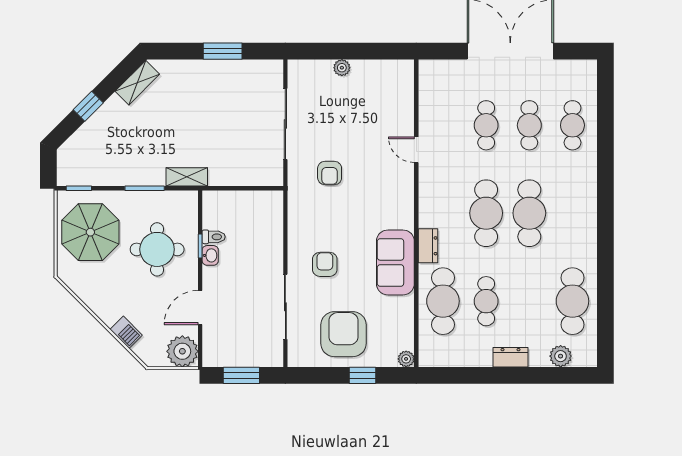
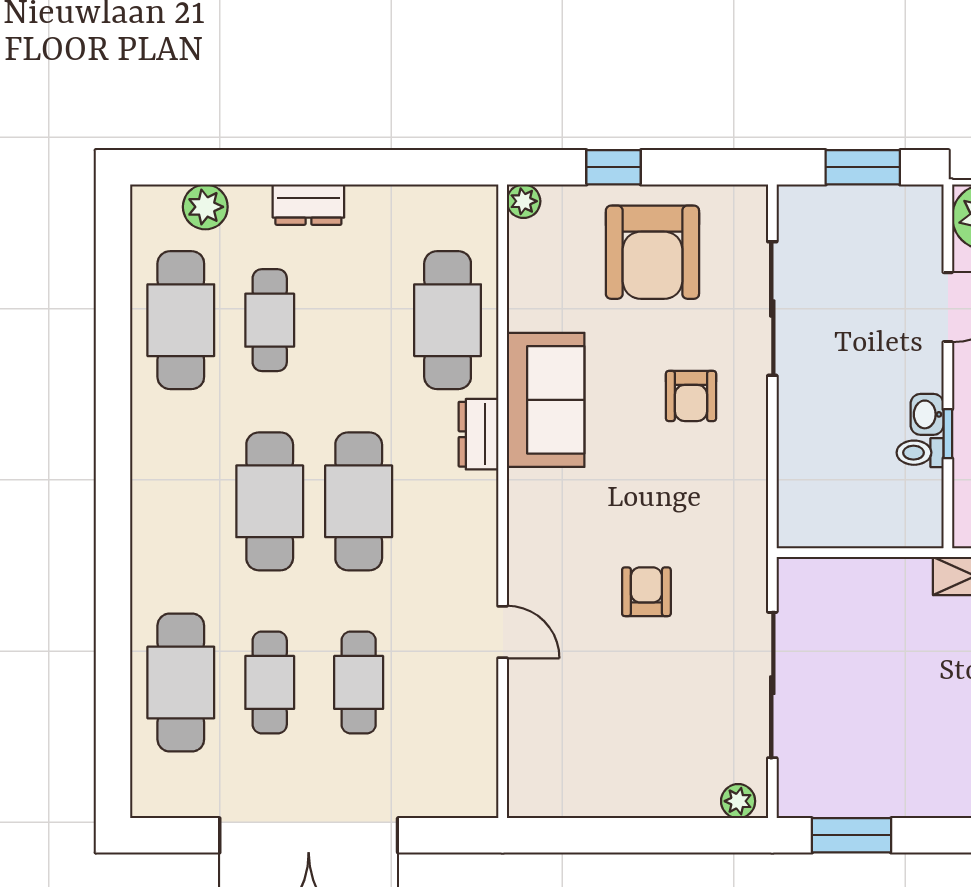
window: (223, 51) -> (851, 835), moved
plant: (342, 68) -> (738, 801), moved
cafe table: (572, 125) -> (181, 682), width x1.37, depth x1.35
armchair: (330, 173) -> (646, 592), moved
cafe table: (486, 301) -> (270, 320), moved

